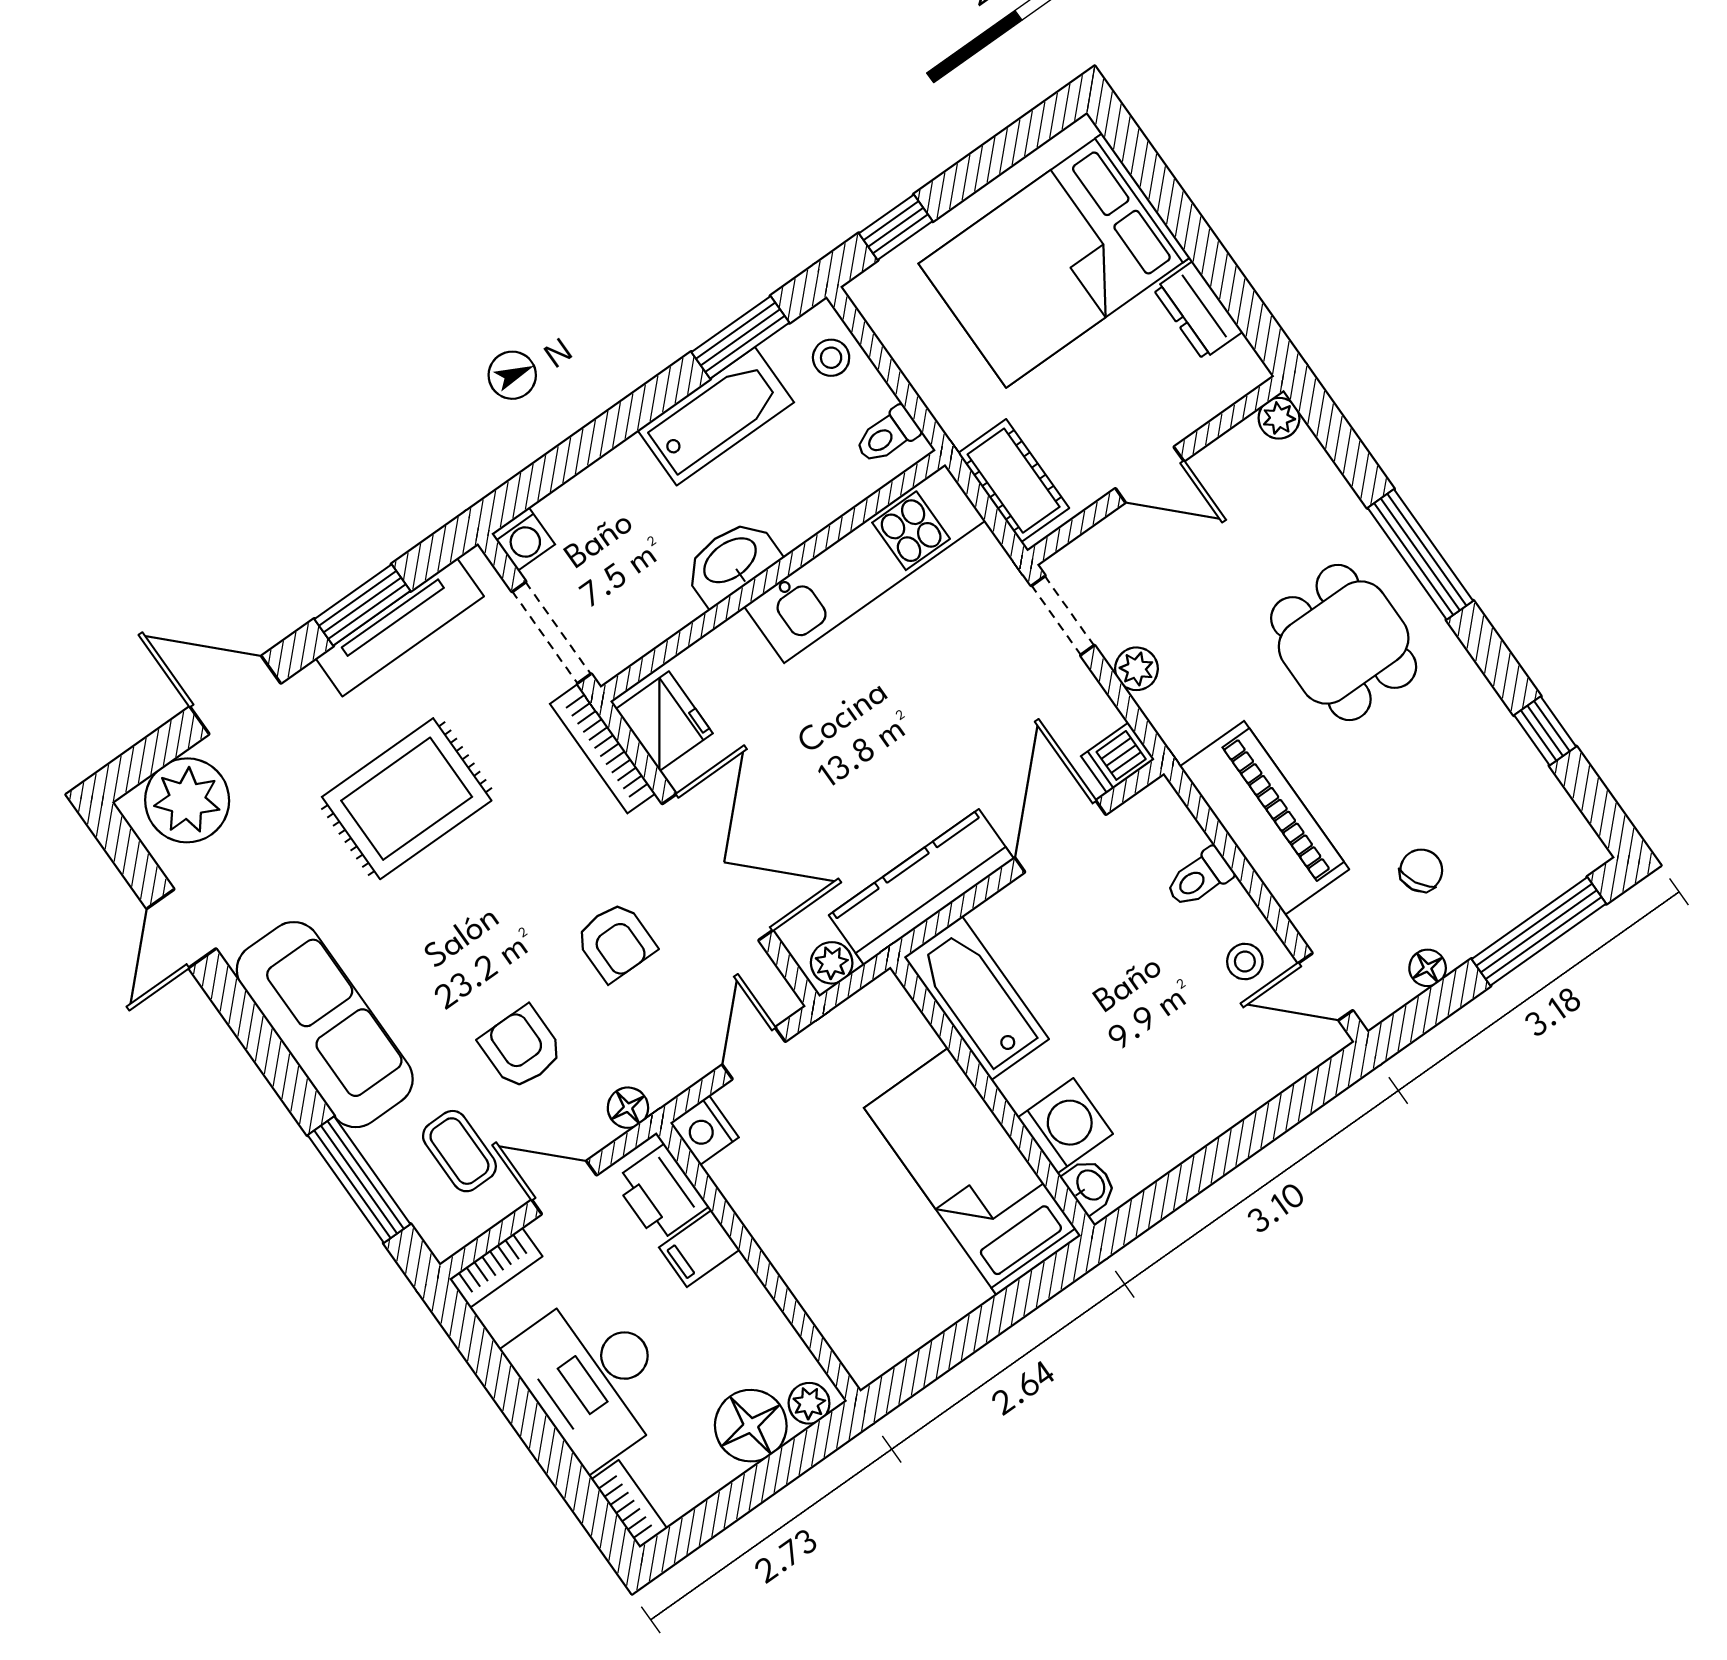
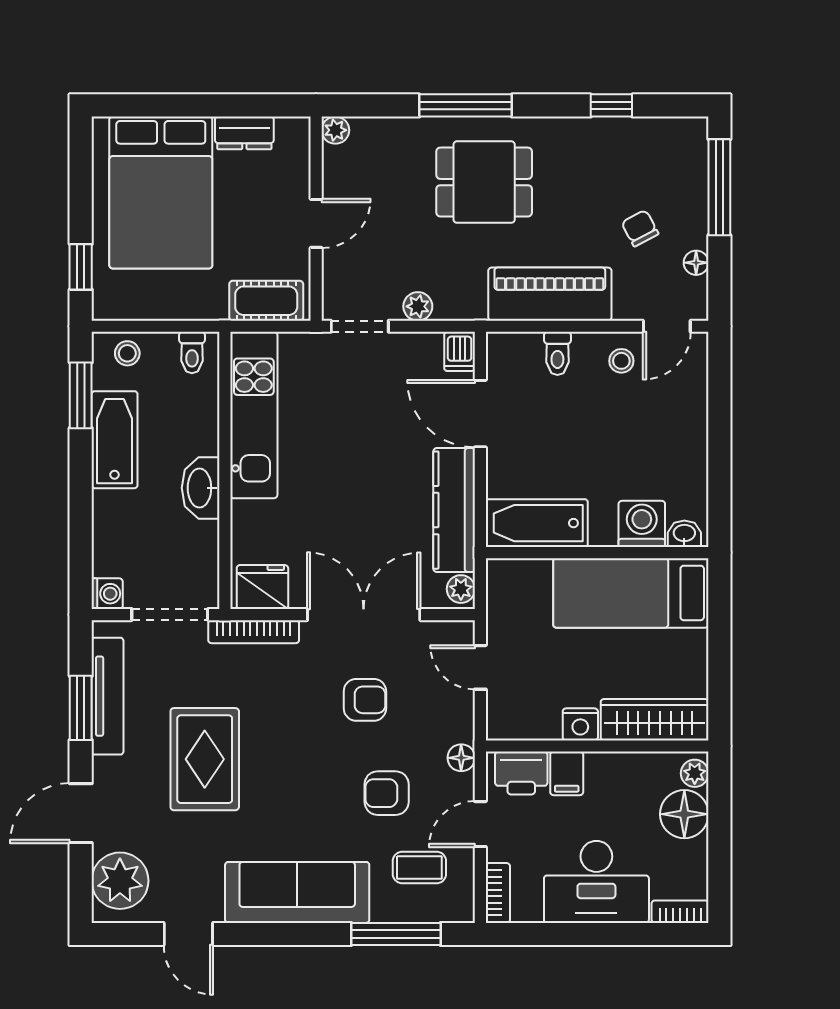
nightstand: (704, 1130) -> (580, 724), moved
wardrobe: (840, 1309) -> (655, 720), added

